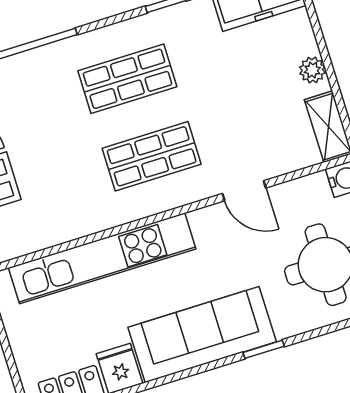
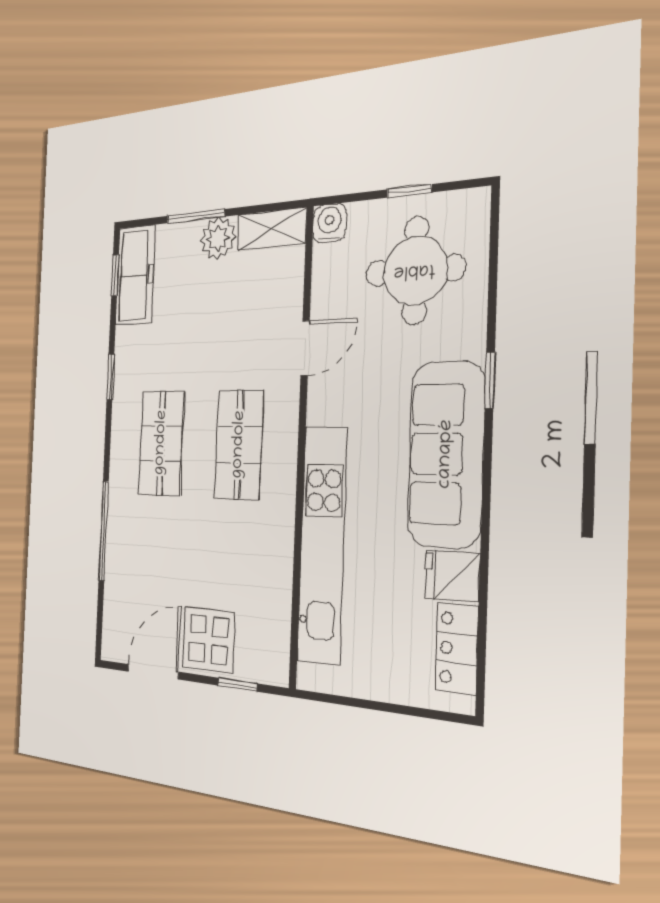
window: (322, 46) -> (196, 216), added
plant: (312, 70) -> (218, 239), width x1.38, depth x1.38

